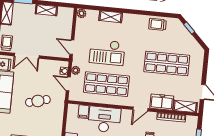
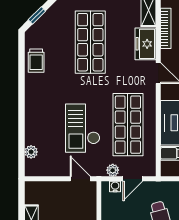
plant: (82, 13) -> (31, 152), moved
shelving: (111, 17) -> (32, 128), removed
door: (72, 47) -> (80, 179), swing flipped
checkout: (107, 52) -> (83, 128), turned 180

